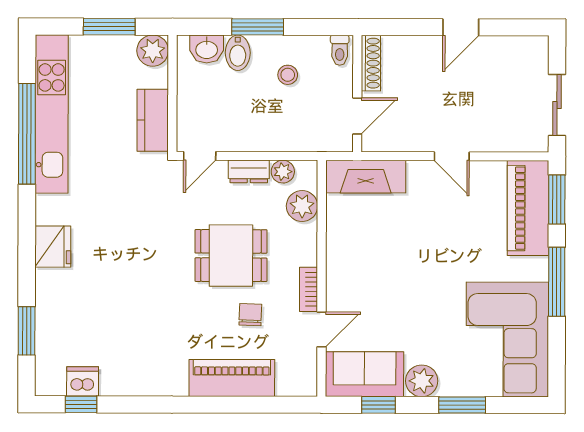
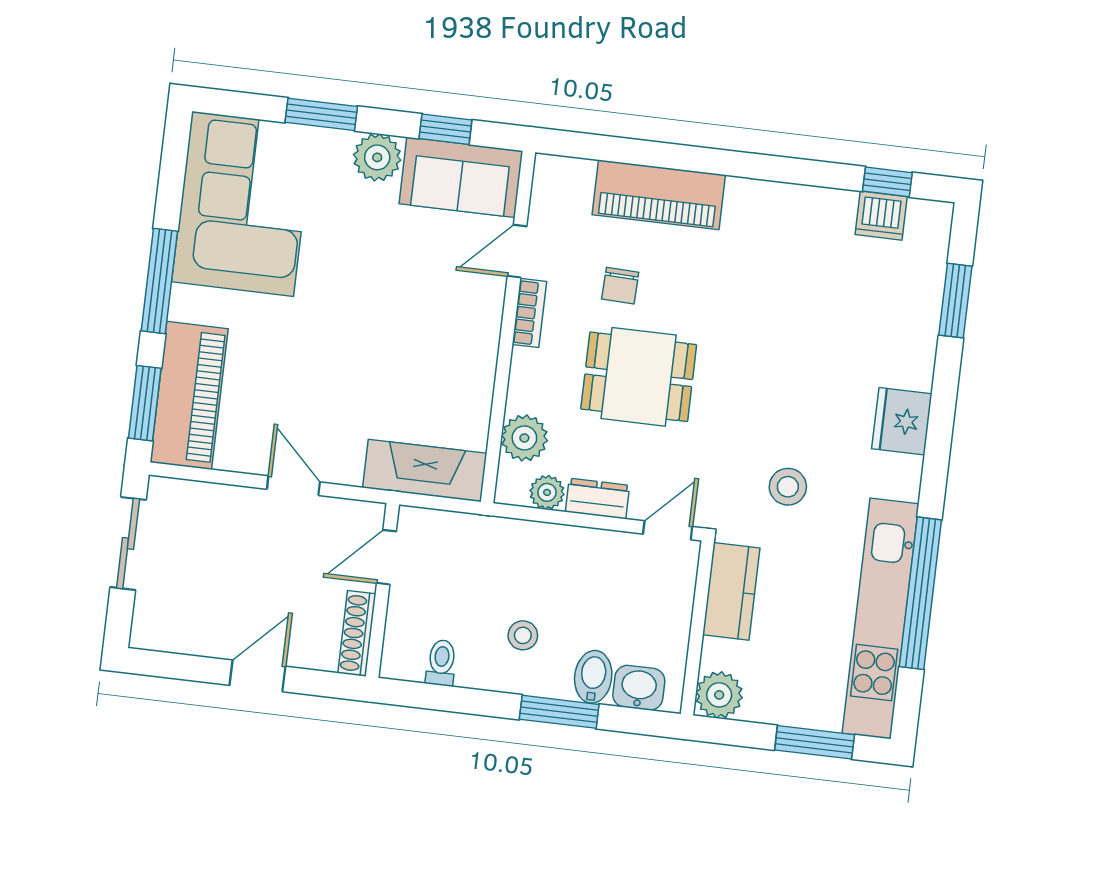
window: (109, 27) -> (815, 742), moved
shoe rack: (371, 63) -> (357, 633), moved
wall: (357, 94) -> (382, 590), moved
door: (357, 116) -> (386, 557), moved
stool: (123, 194) -> (788, 487), added

